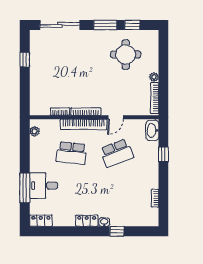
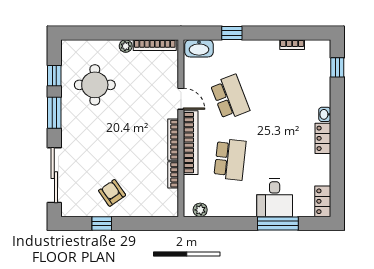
armchair: (47, 67) -> (112, 193), added
window: (117, 231) -> (337, 67), moved

